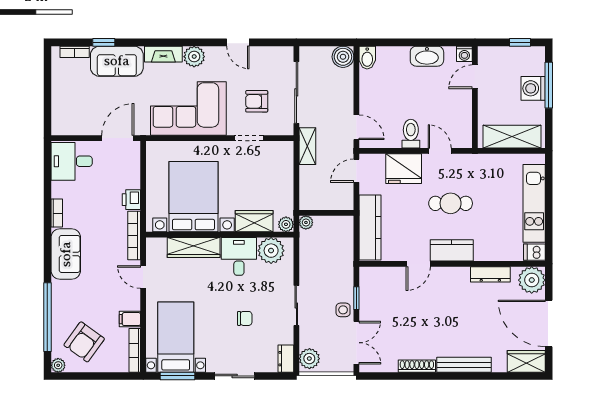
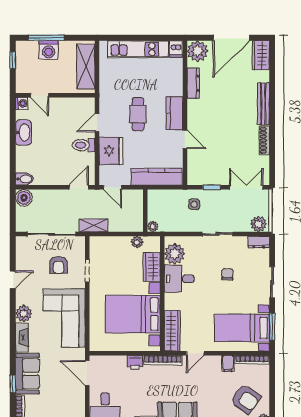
plant: (286, 224) -> (137, 242), moved
wardrobe: (194, 248) -> (172, 331), moved
side table: (343, 310) -> (194, 204), moved

